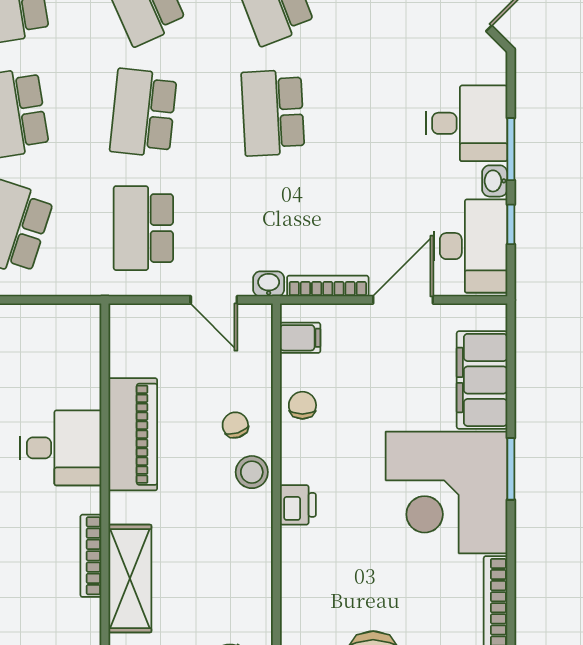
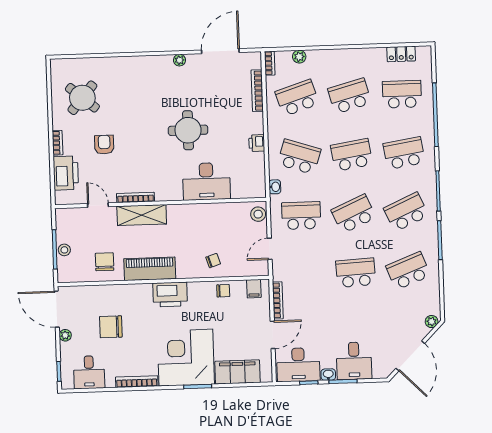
school desk: (143, 113) -> (354, 214), turned -30
washbasin: (269, 284) -> (275, 187), moved
door: (403, 300) -> (273, 335), hinge flipped
piano: (133, 434) -> (150, 269), moved, turned 180
desk: (61, 448) -> (206, 181), width x1.37
stool: (252, 472) -> (258, 214), moved
printer: (298, 505) -> (170, 294), width x1.87, depth x1.48
bookcase: (91, 556) -> (135, 197), moved

